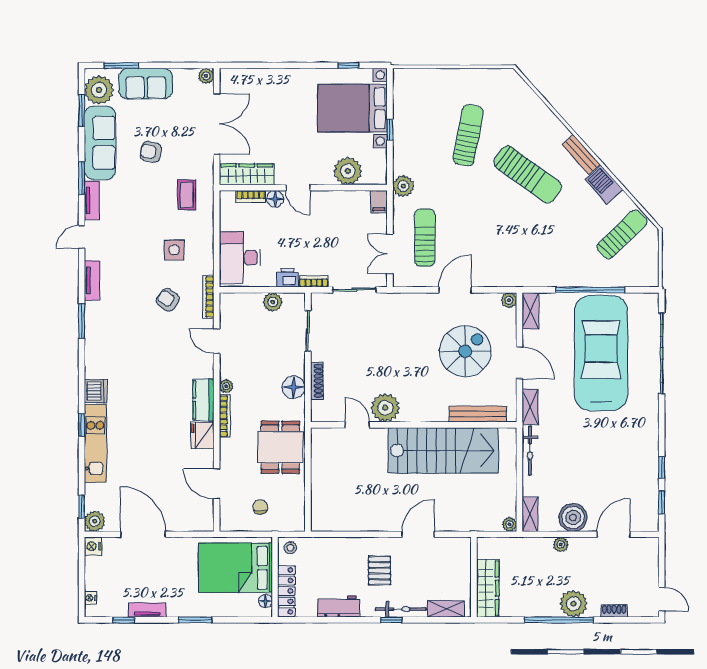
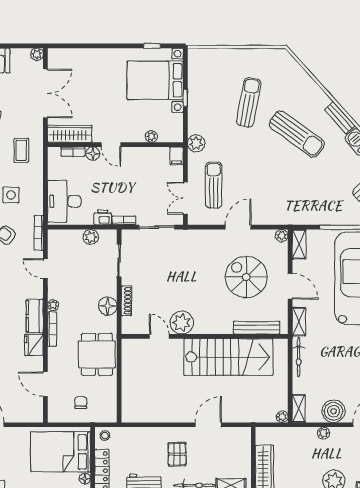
plant: (348, 171) -> (151, 136), width x0.53, depth x0.53
spiral stairs: (465, 351) -> (246, 277), turned -90

